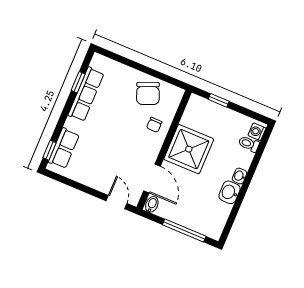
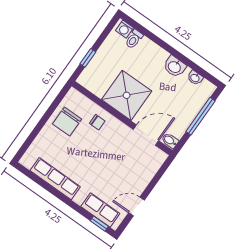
window: (78, 82) -> (43, 183), removed
chair: (148, 93) -> (67, 122), turned 112
washbasin: (240, 176) -> (195, 78), moved
door: (117, 202) -> (137, 206), moved

